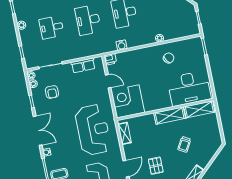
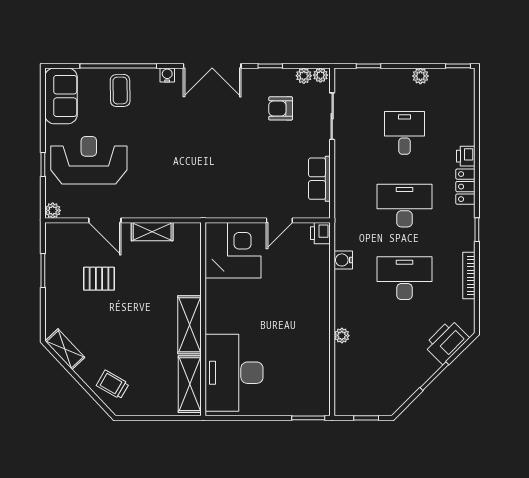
chair: (169, 58) -> (300, 345), removed
reception desk: (93, 130) -> (192, 172), removed
shelving: (125, 133) -> (152, 232), moved
trolley: (184, 144) -> (113, 385), moved

